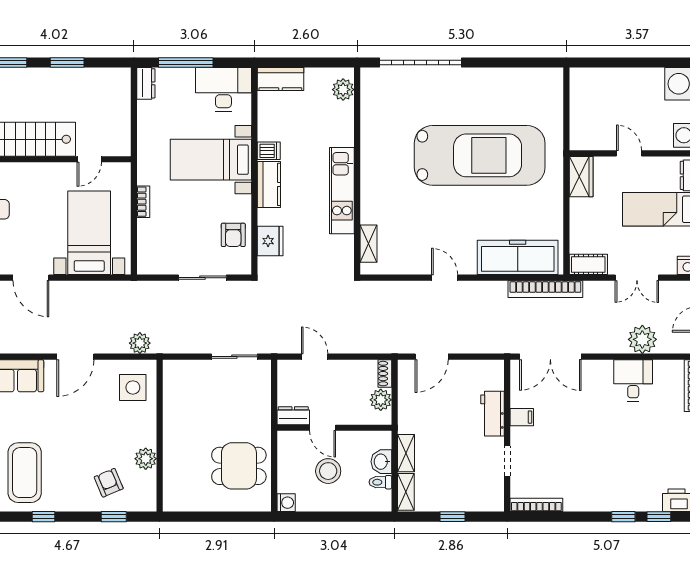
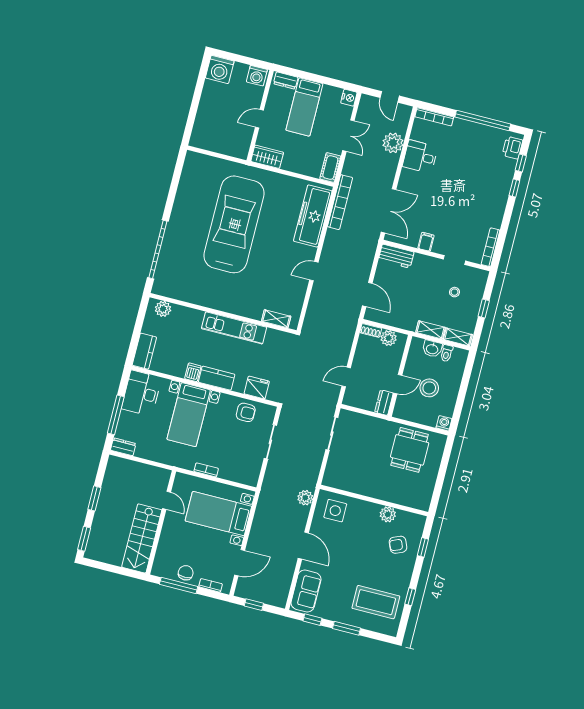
workbench: (493, 414) -> (396, 256), moved
stool: (464, 472) -> (454, 292), added

